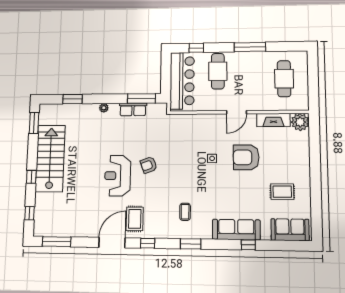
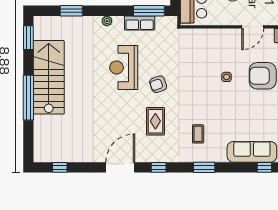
reception desk: (118, 176) -> (124, 67), moved
window: (31, 177) -> (28, 98), width x3.17
window: (30, 213) -> (28, 137), removed
rug: (135, 219) -> (155, 121), moved
window: (57, 242) -> (60, 167), width x0.46

